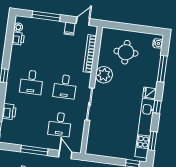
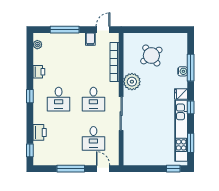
printer: (18, 39) -> (39, 72), moved
water cooler: (158, 43) -> (183, 71), moved
round table: (126, 52) -> (151, 56), turned -36

